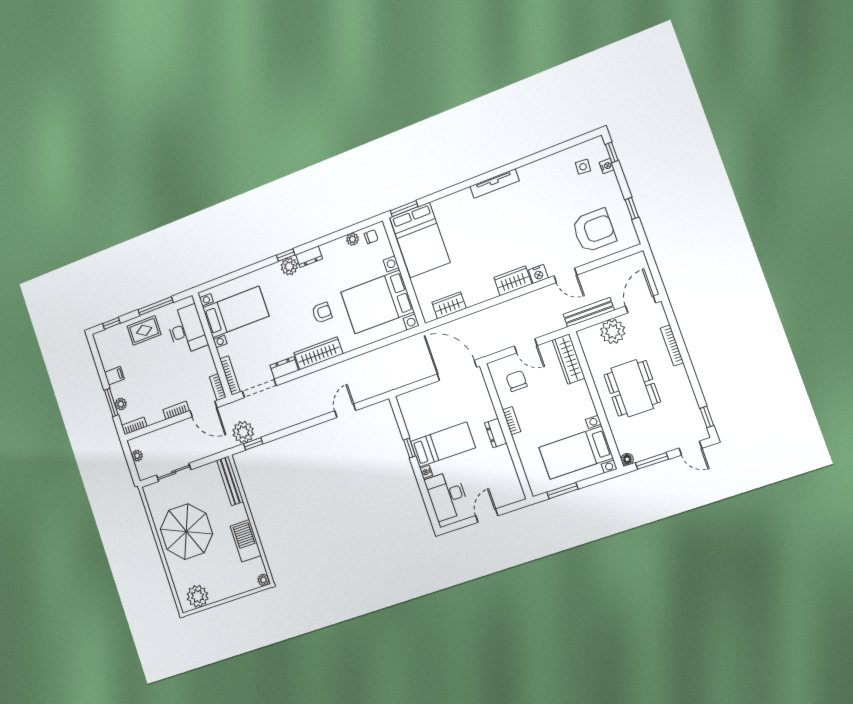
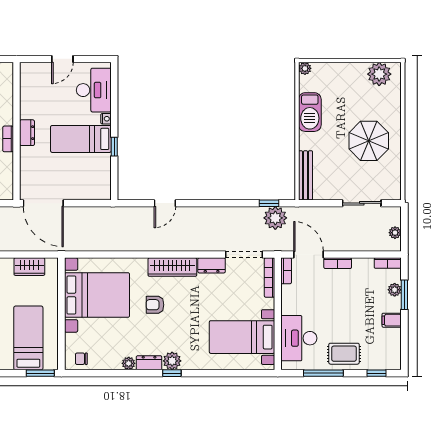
plant: (353, 239) -> (129, 363), moved
bed: (420, 240) -> (28, 338), width x0.67
parasol: (186, 532) -> (369, 141), width x0.73, depth x0.73

